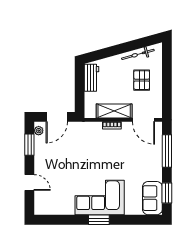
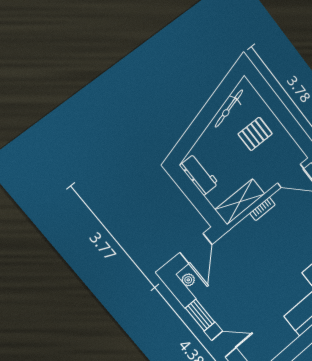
pallet: (142, 80) -> (255, 134), turned 90
shelving: (114, 111) -> (240, 202), moved
window: (29, 145) -> (200, 315), moved

